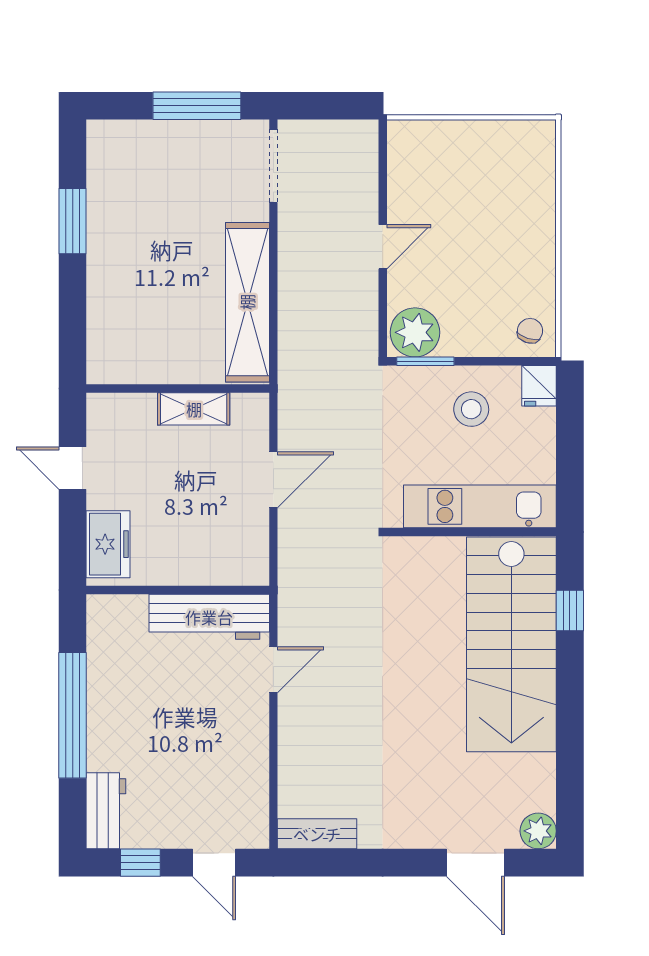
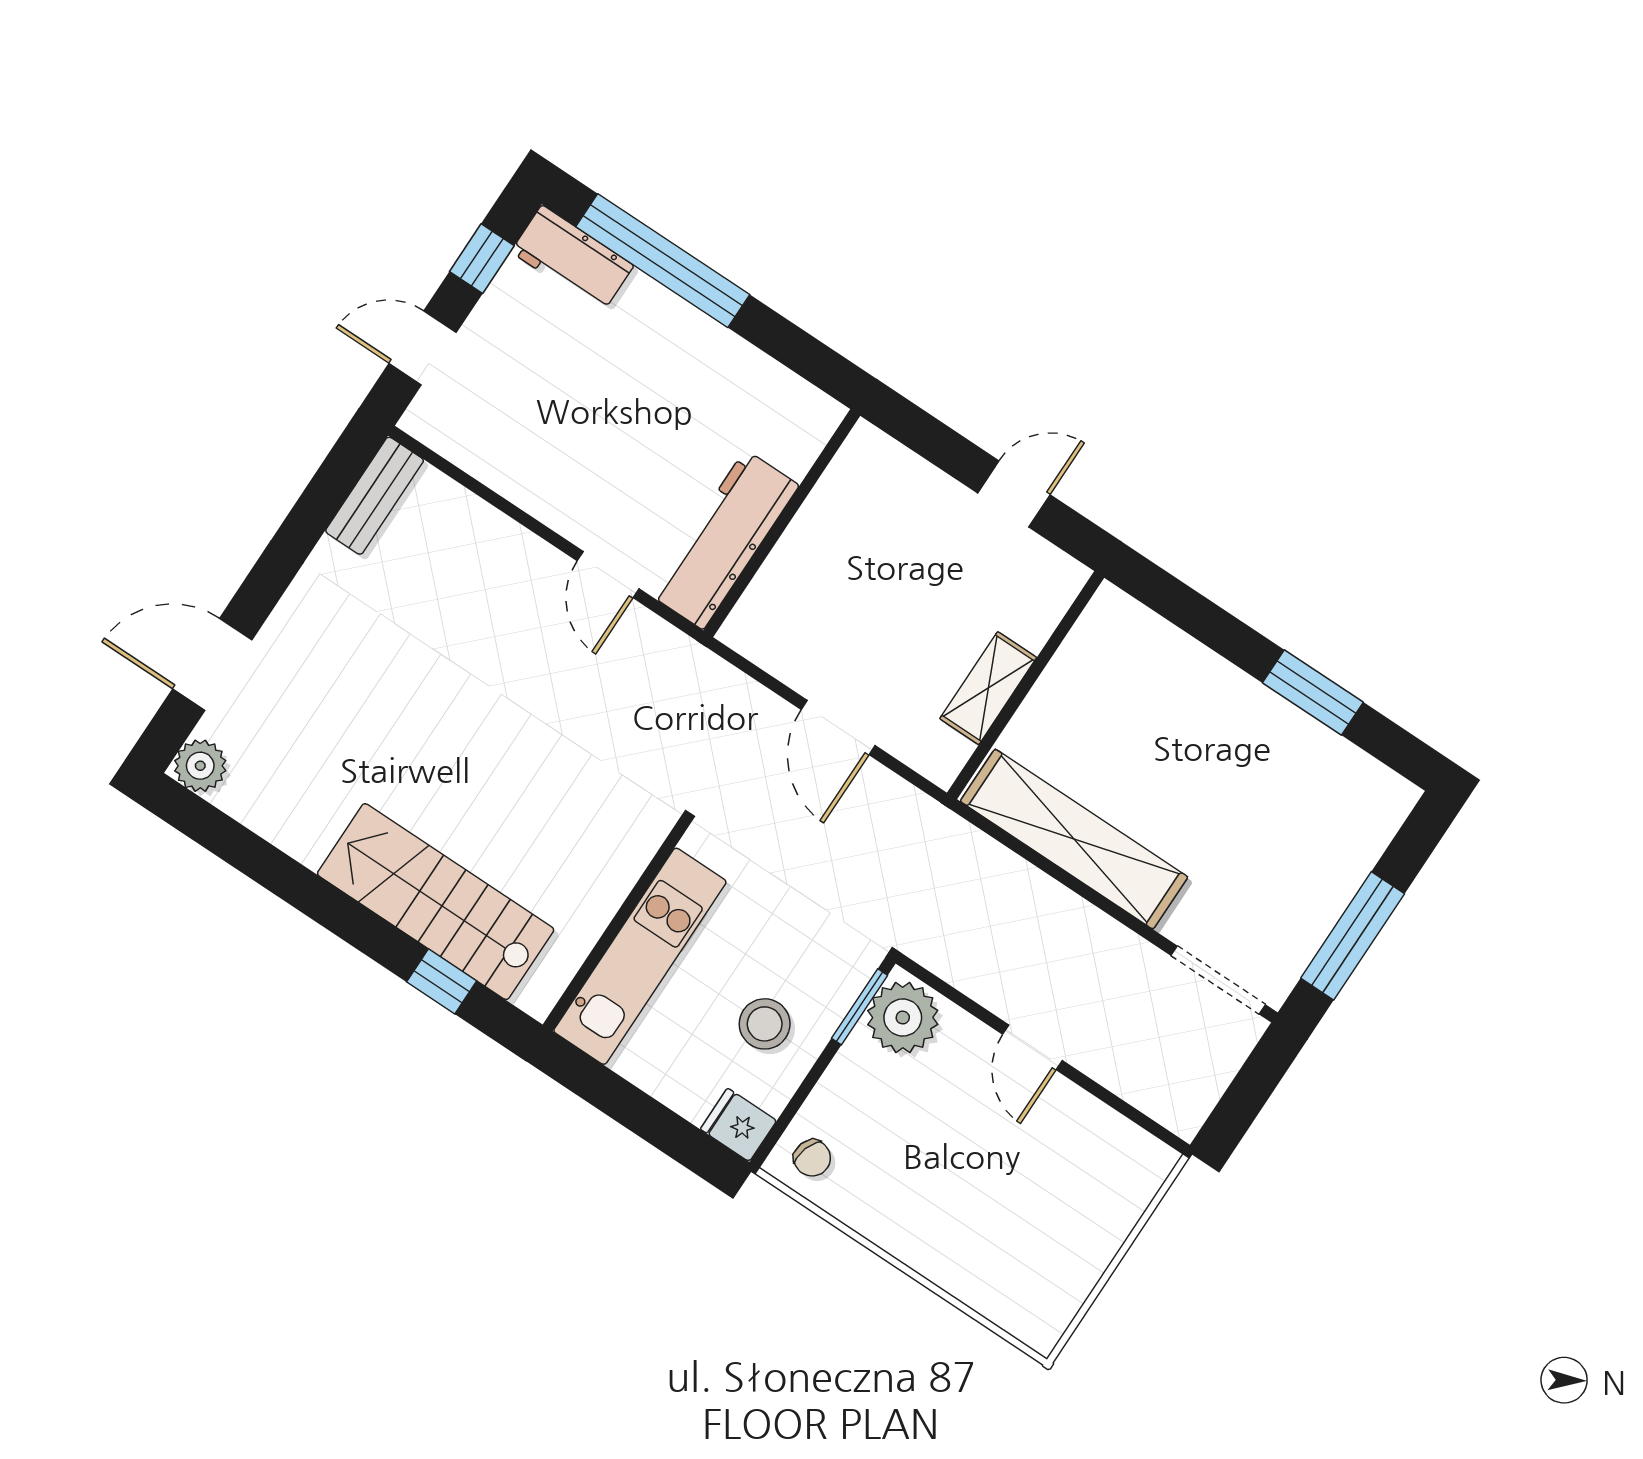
freezer: (108, 544) -> (893, 476), removed
stairs: (511, 644) -> (436, 902), width x0.73, depth x0.66
window: (73, 715) -> (663, 261), moved

